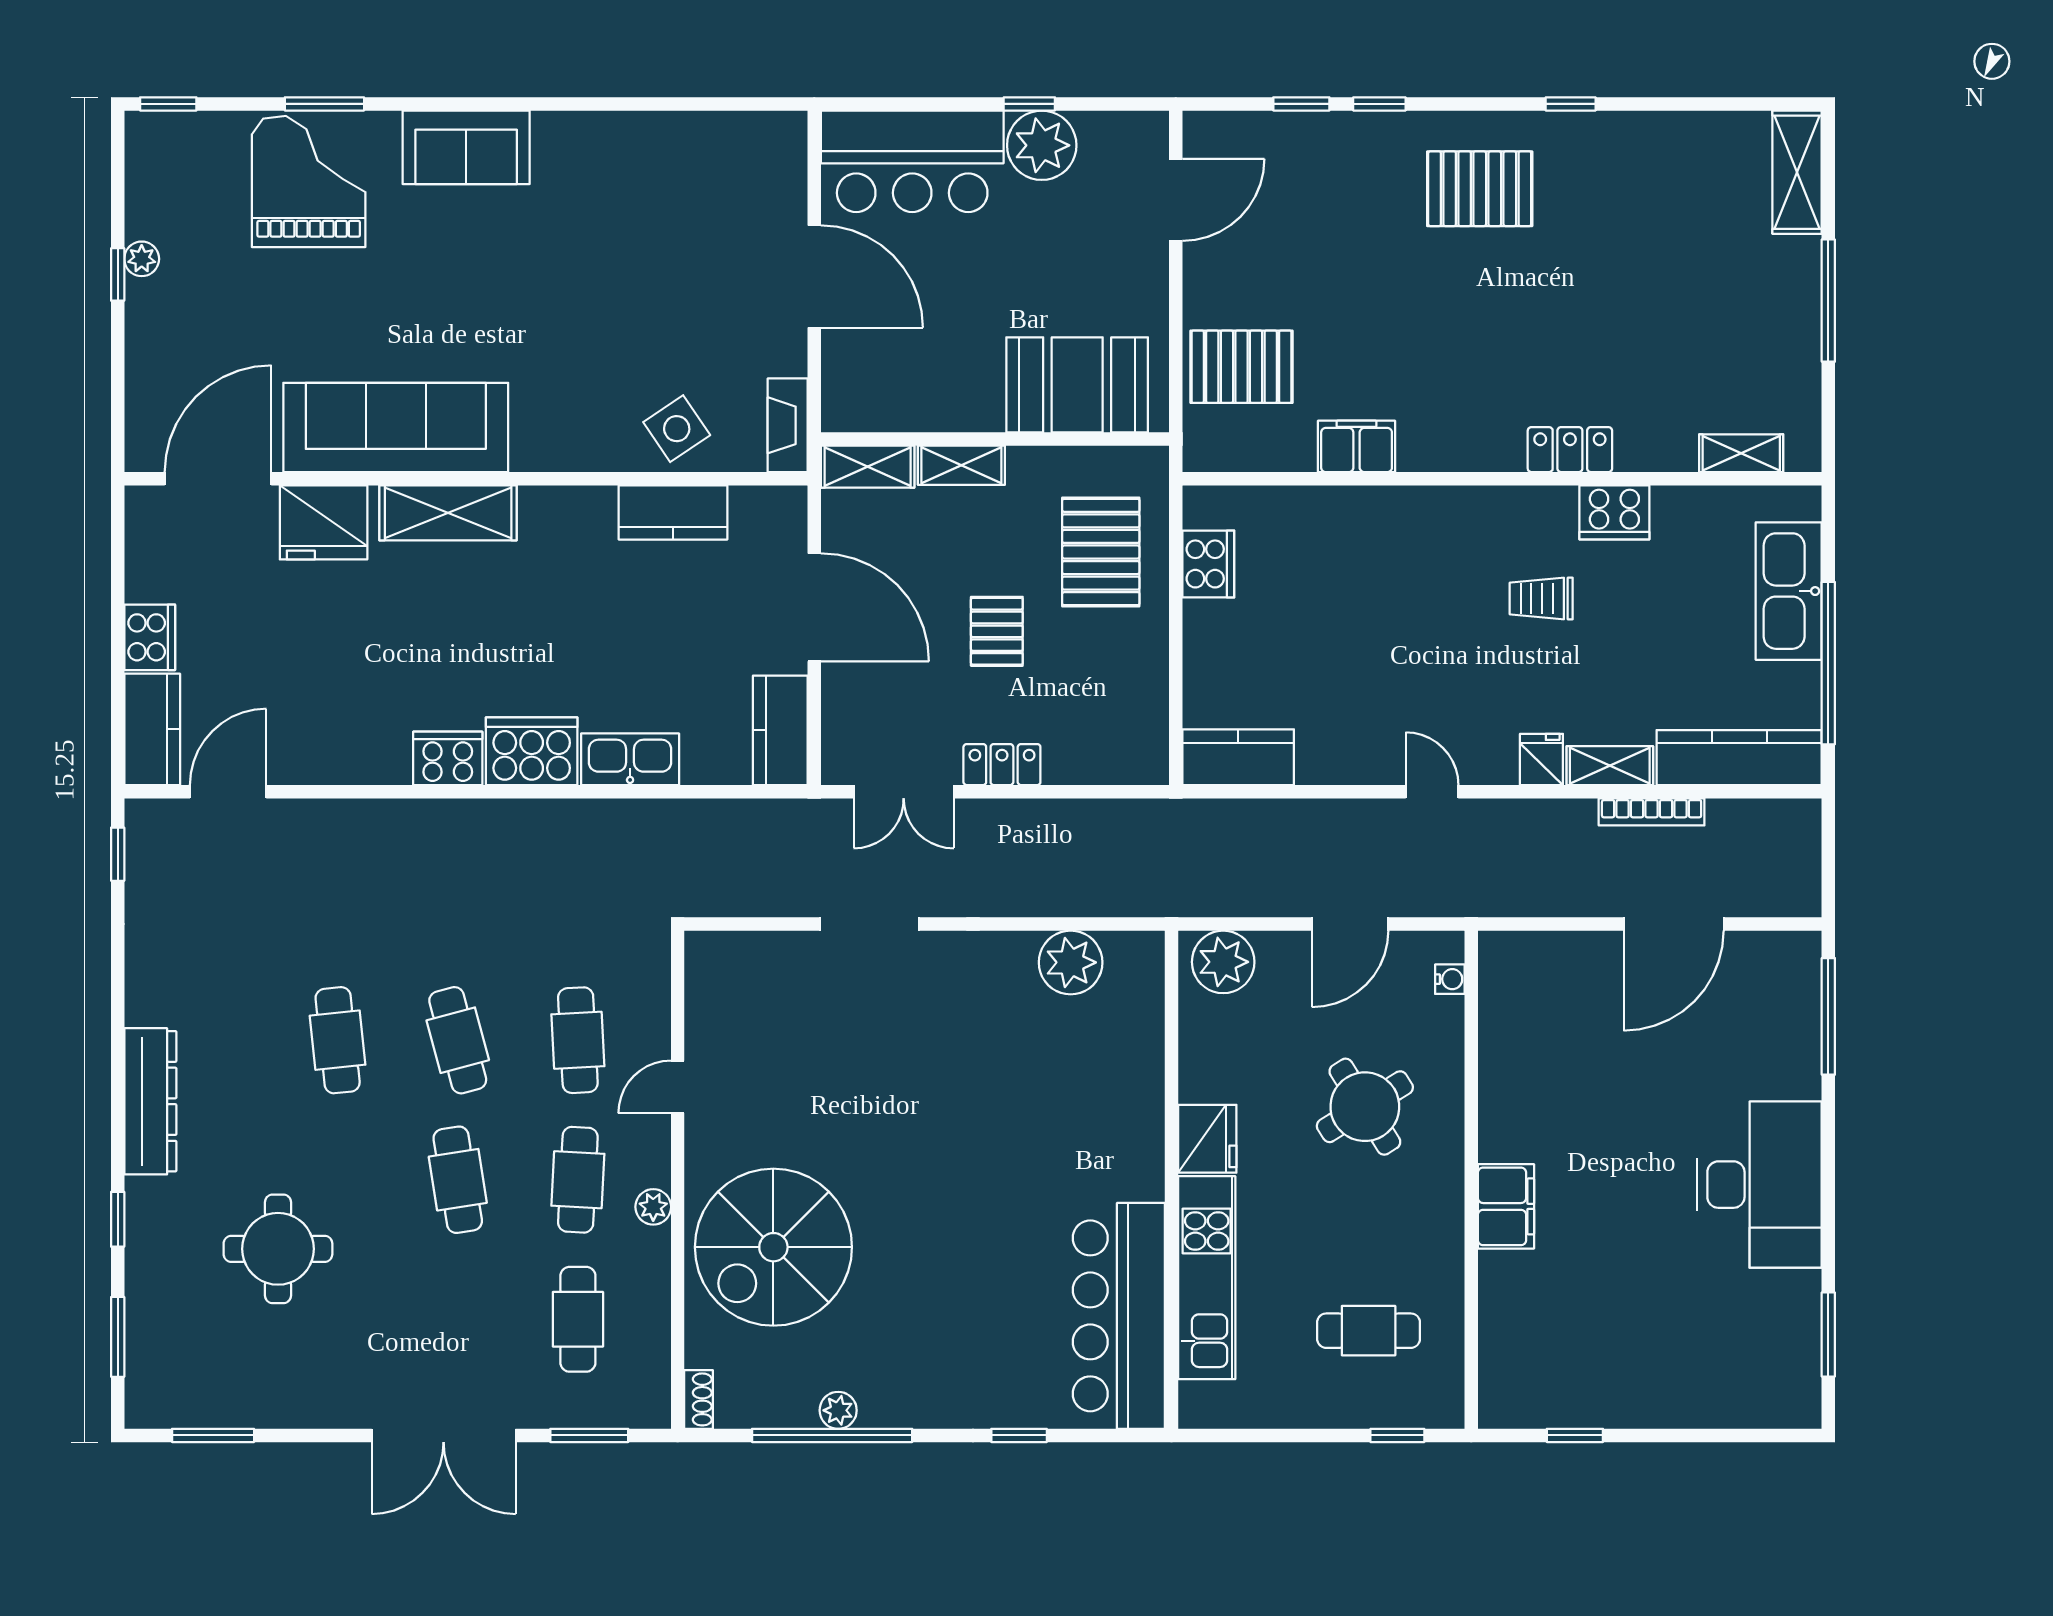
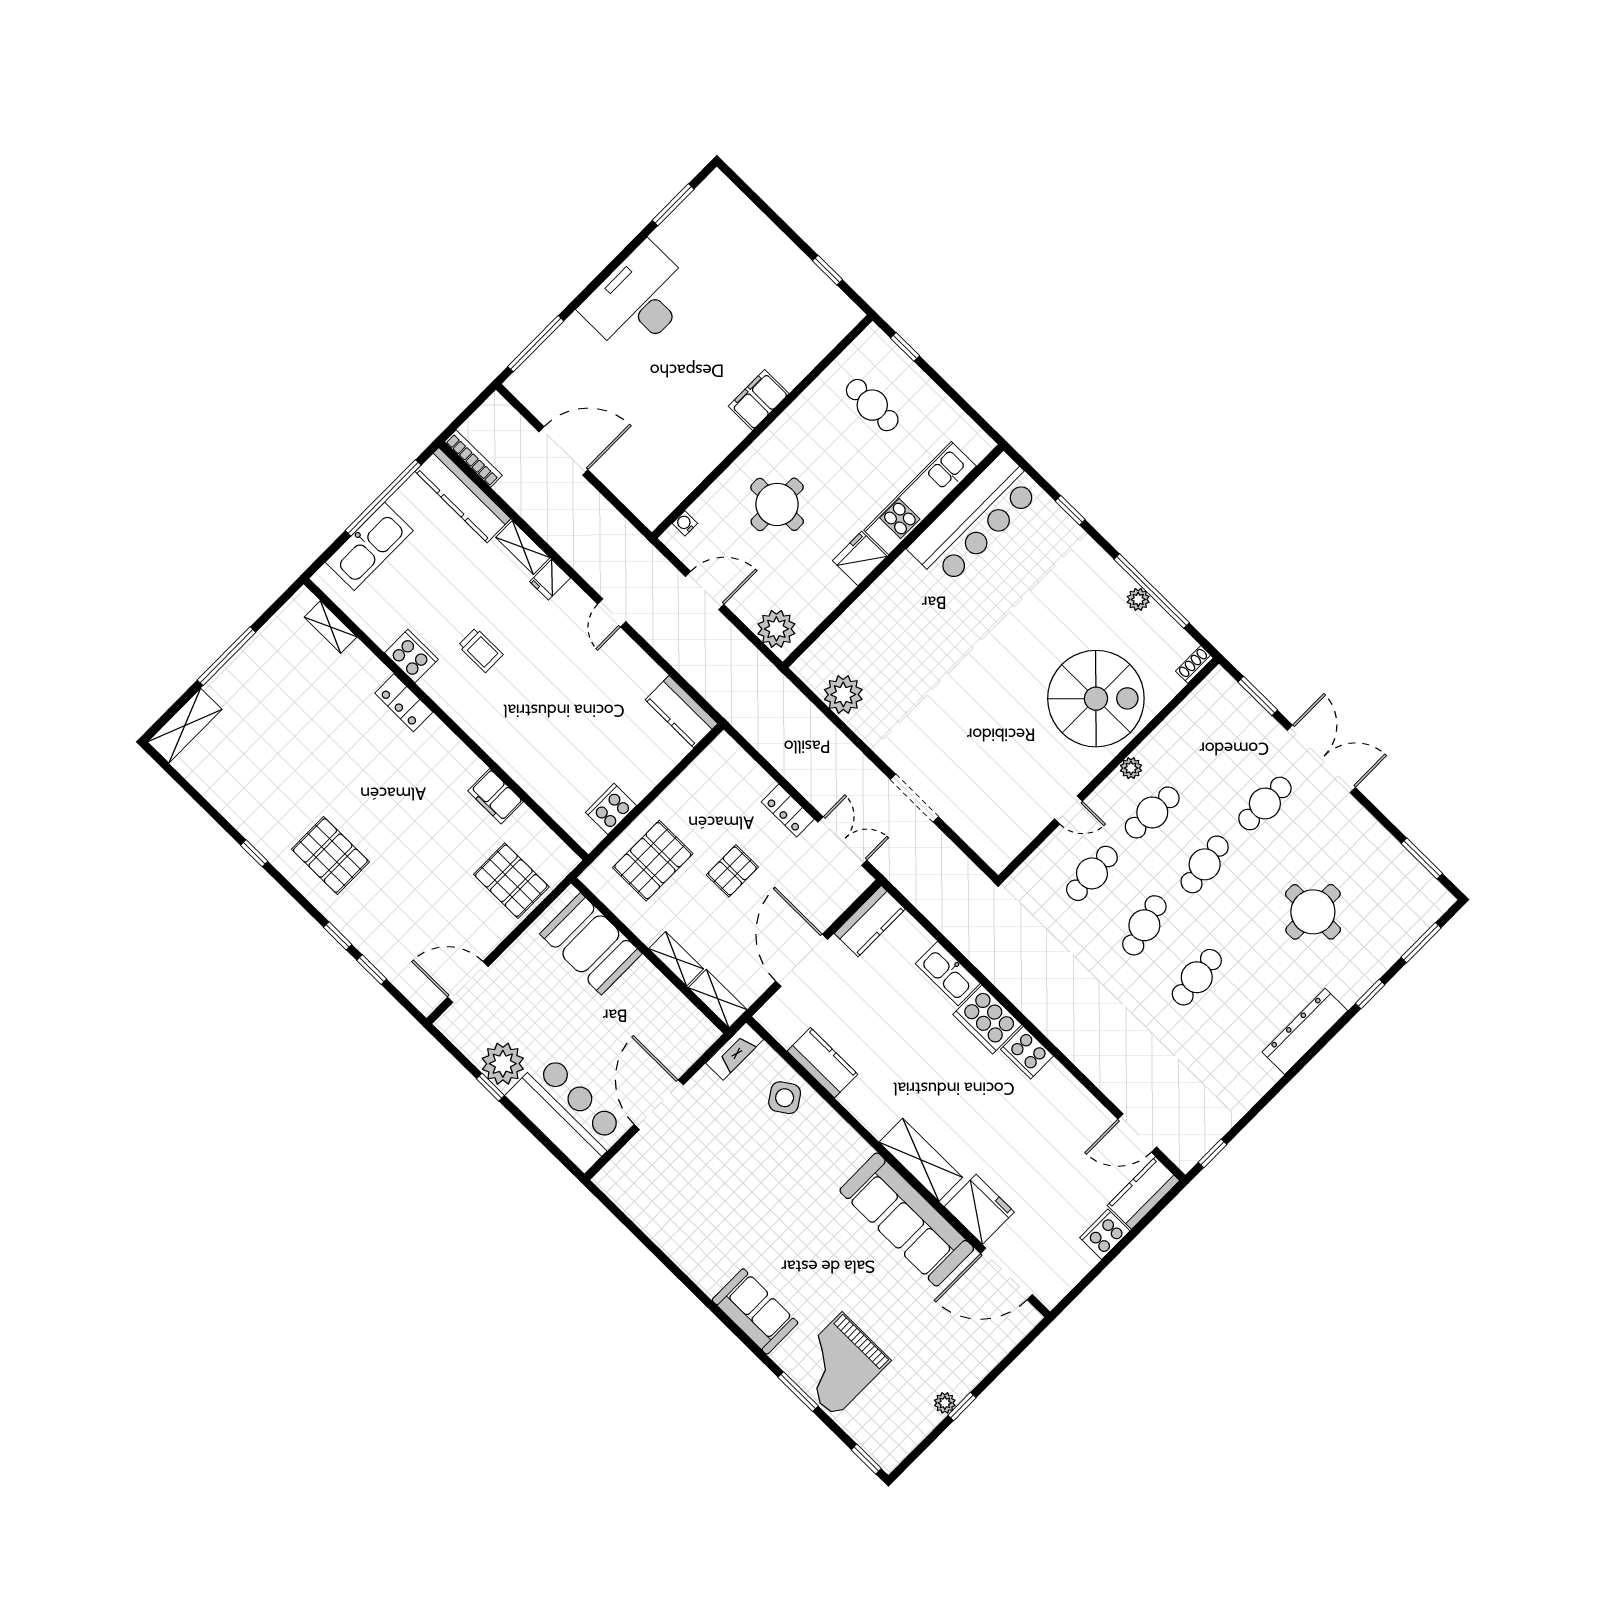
bookcase: (1652, 812) -> (473, 459), moved
round table: (1365, 1107) -> (777, 504), turned 32
cafe table: (578, 1319) -> (1265, 803), moved

